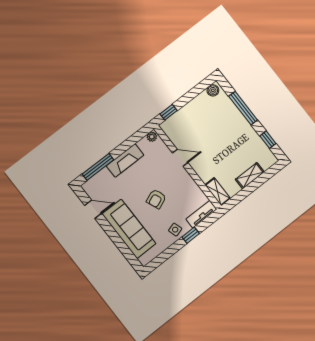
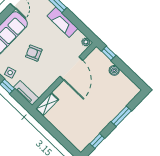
boiler: (213, 90) -> (114, 70), moved
window: (243, 108) -> (121, 116), width x0.69
door: (180, 158) -> (71, 68), width x1.88
shelving: (250, 176) -> (64, 130), removed

